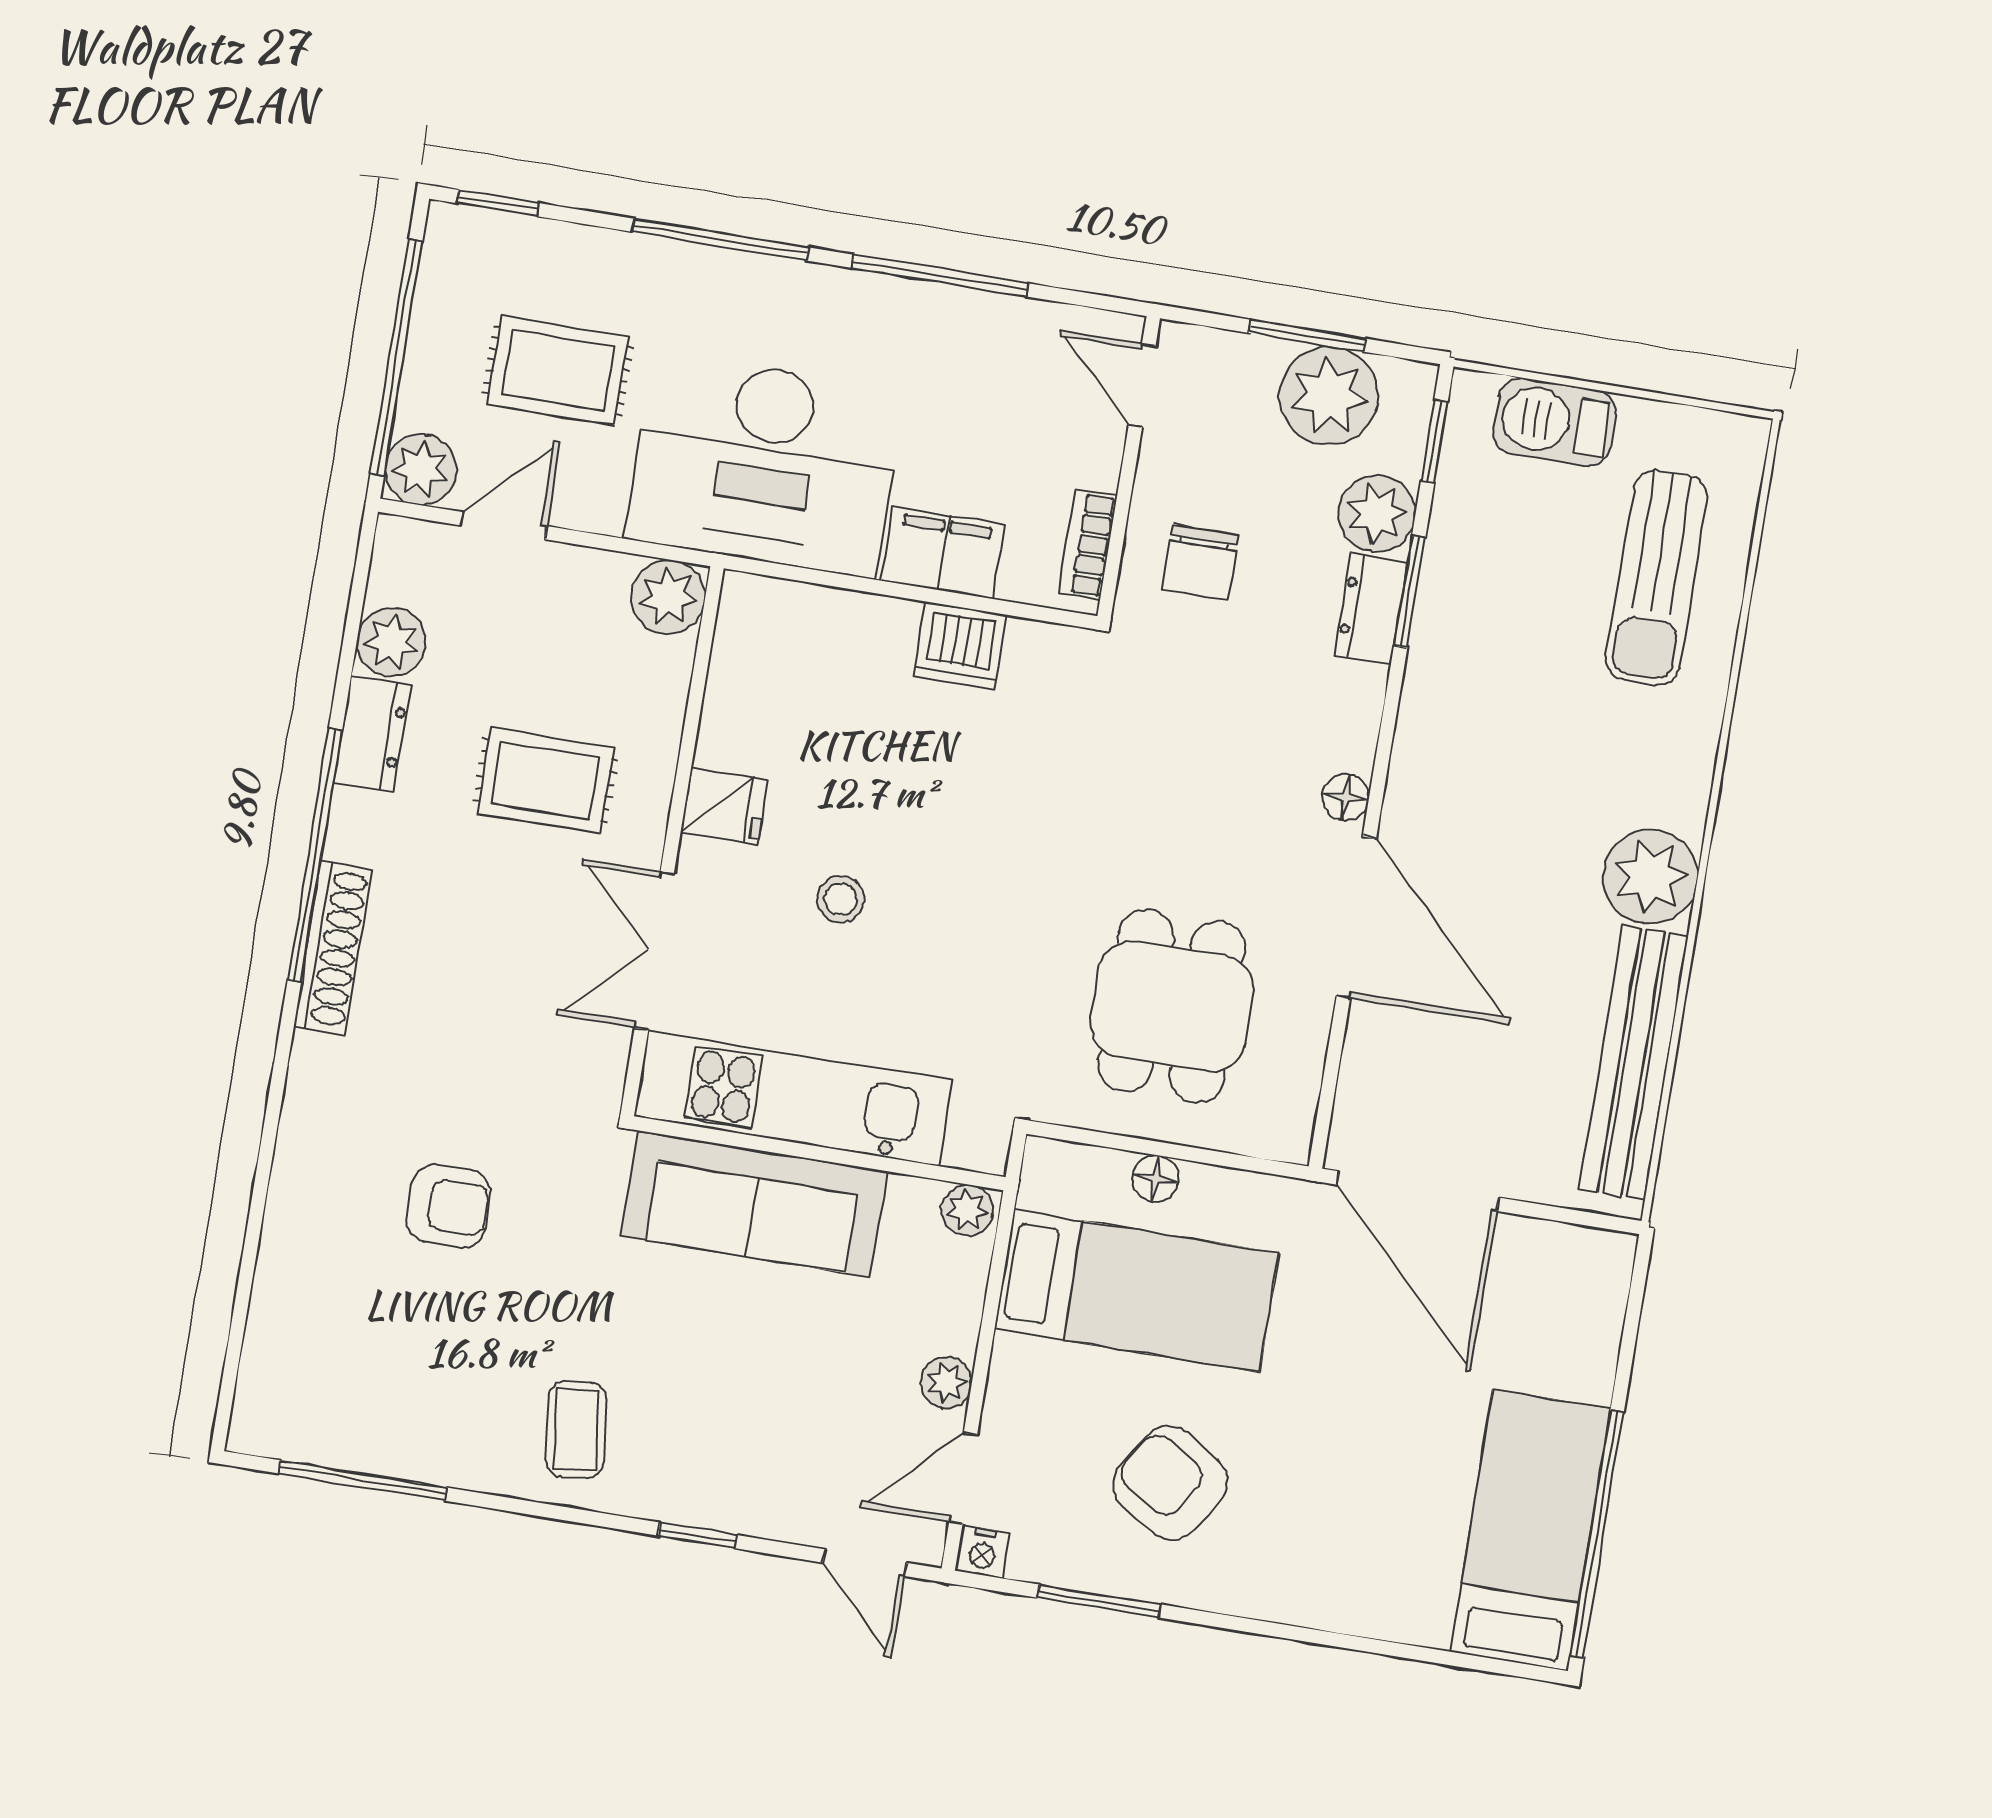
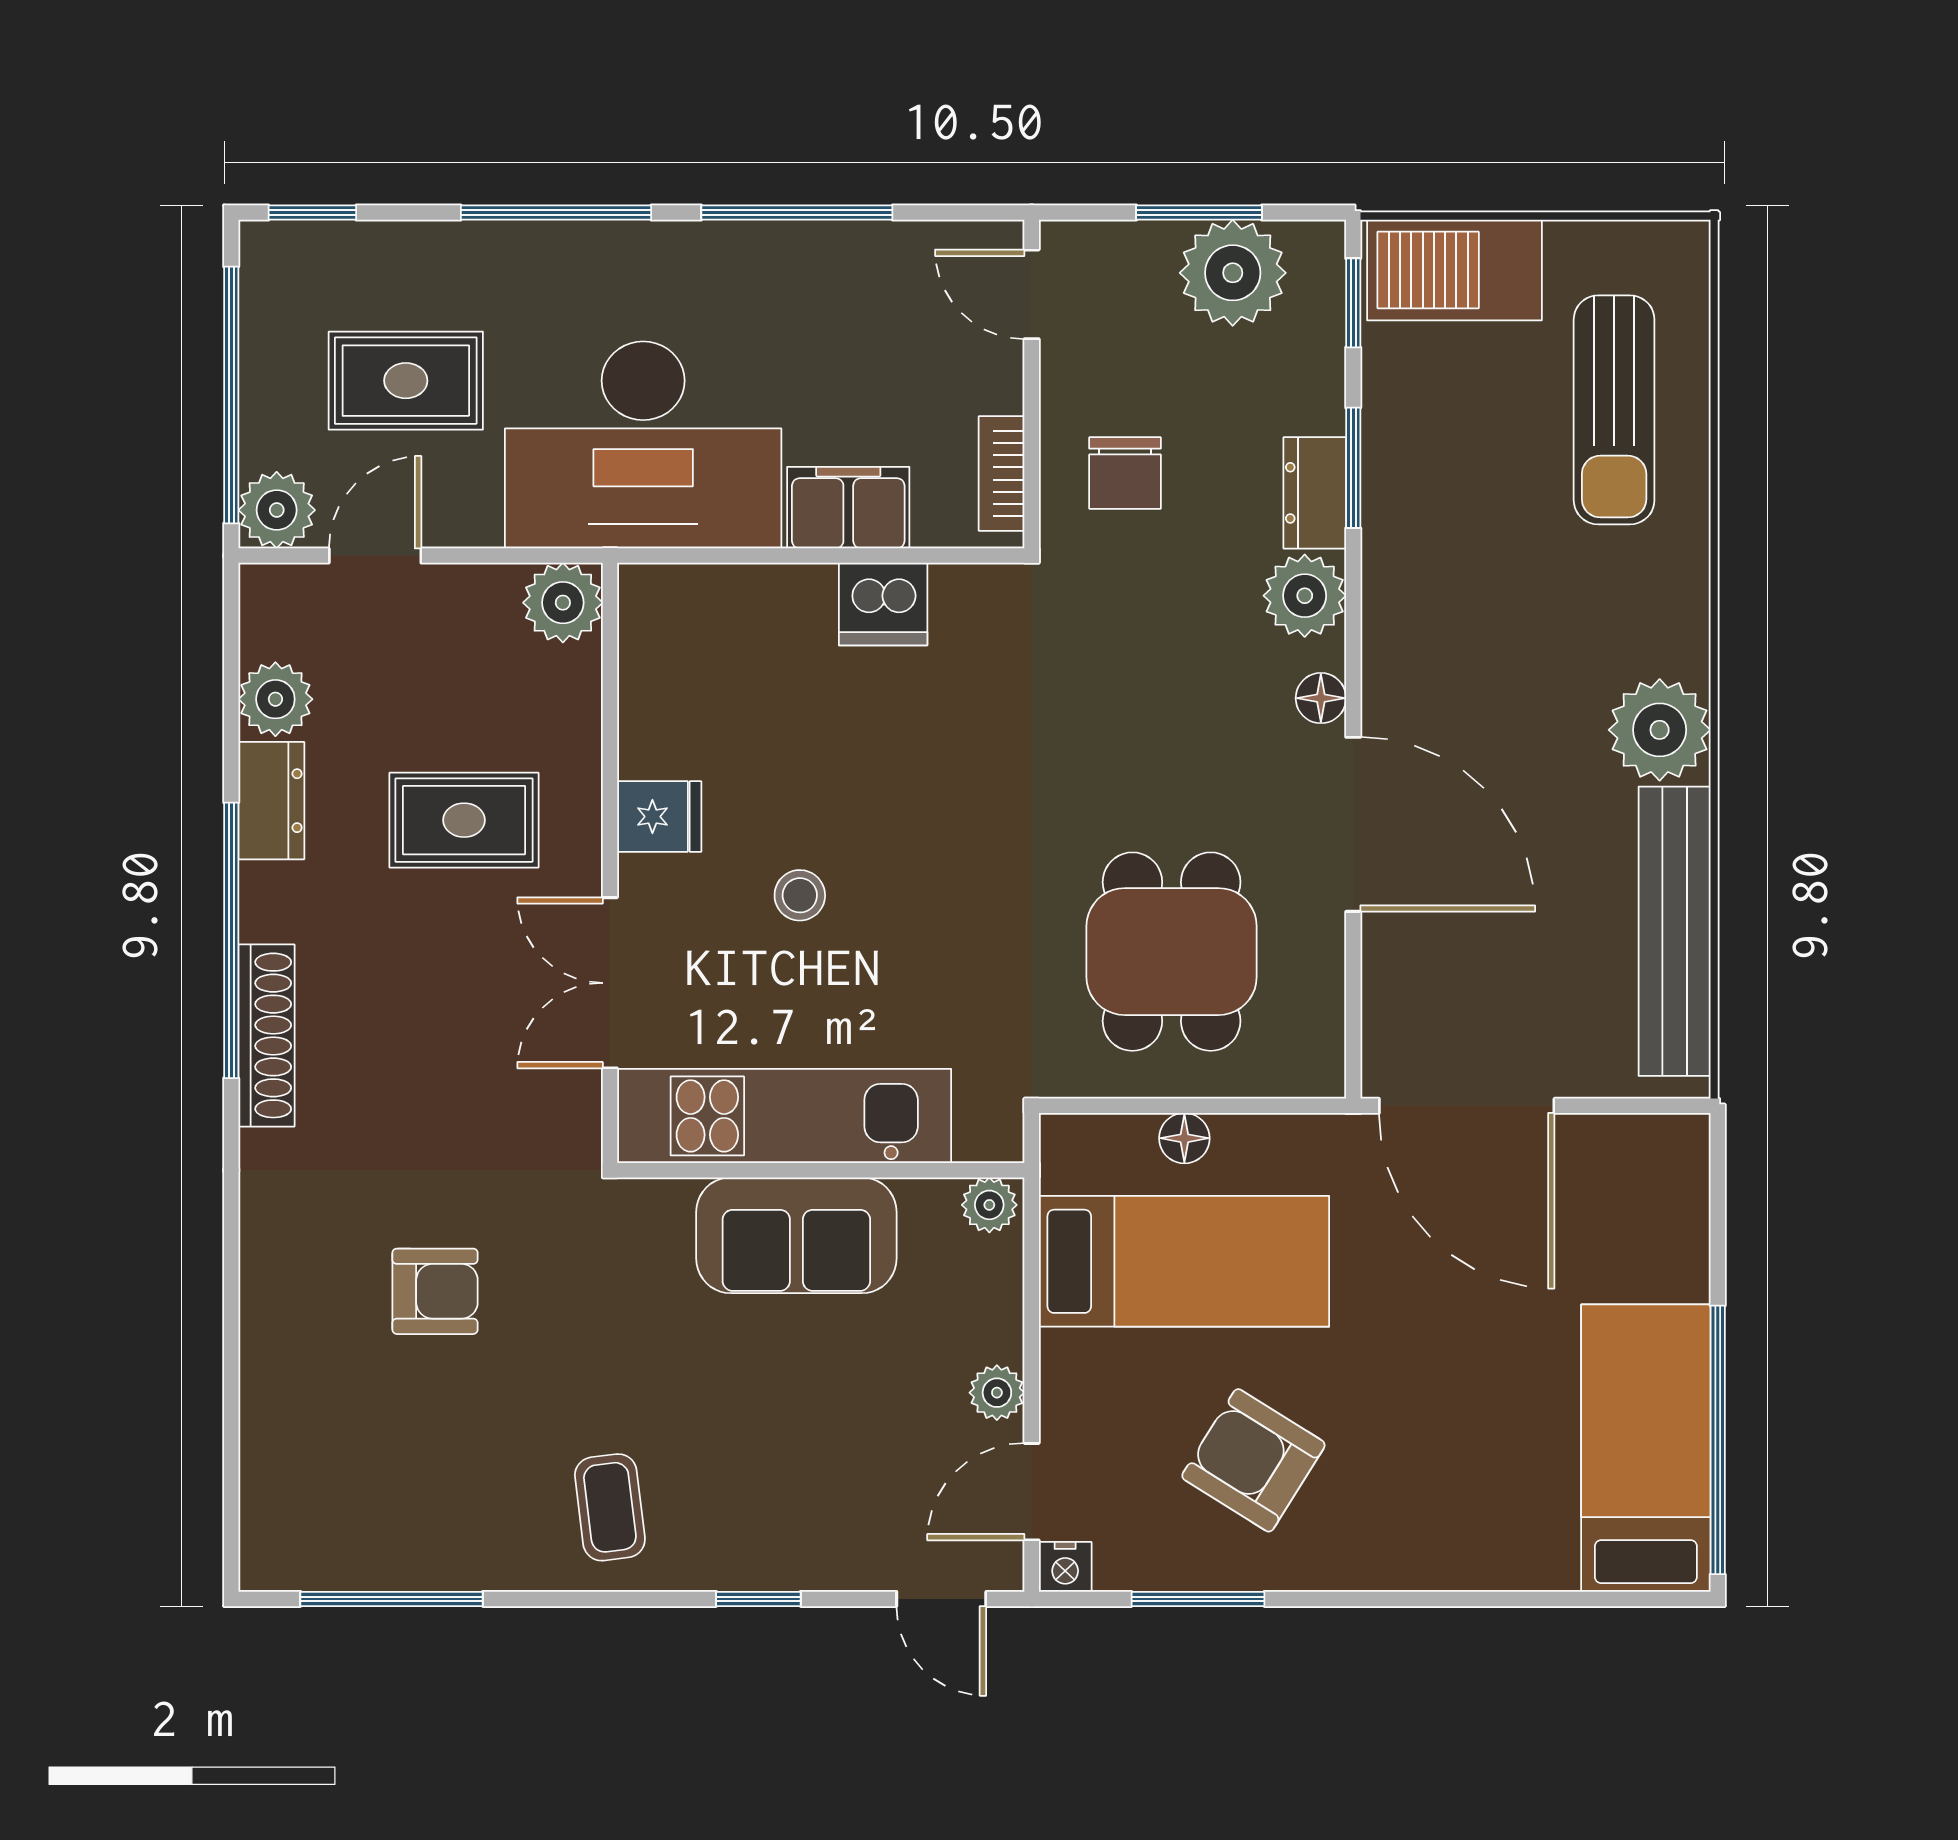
barbecue: (1554, 422) -> (1454, 270), width x1.37, depth x1.21
plant: (1377, 514) -> (1305, 596), moved
sofa: (754, 1204) -> (796, 1235), width x0.73

